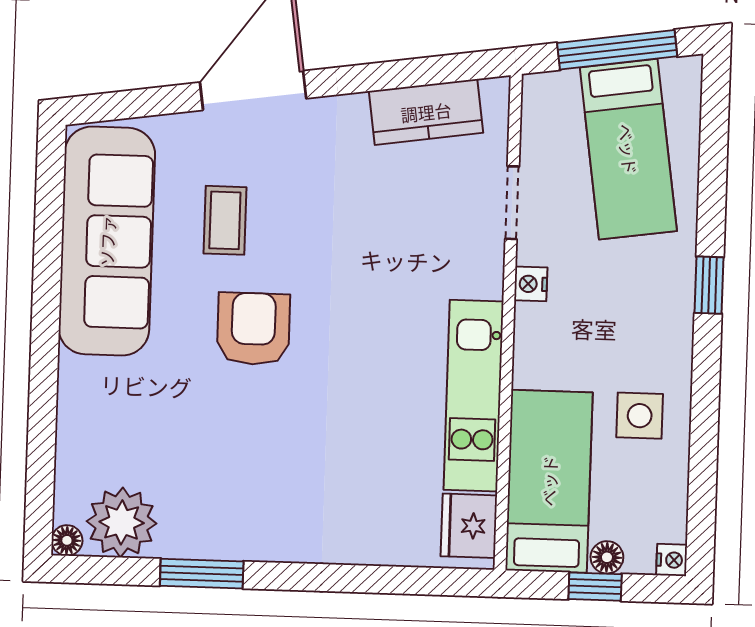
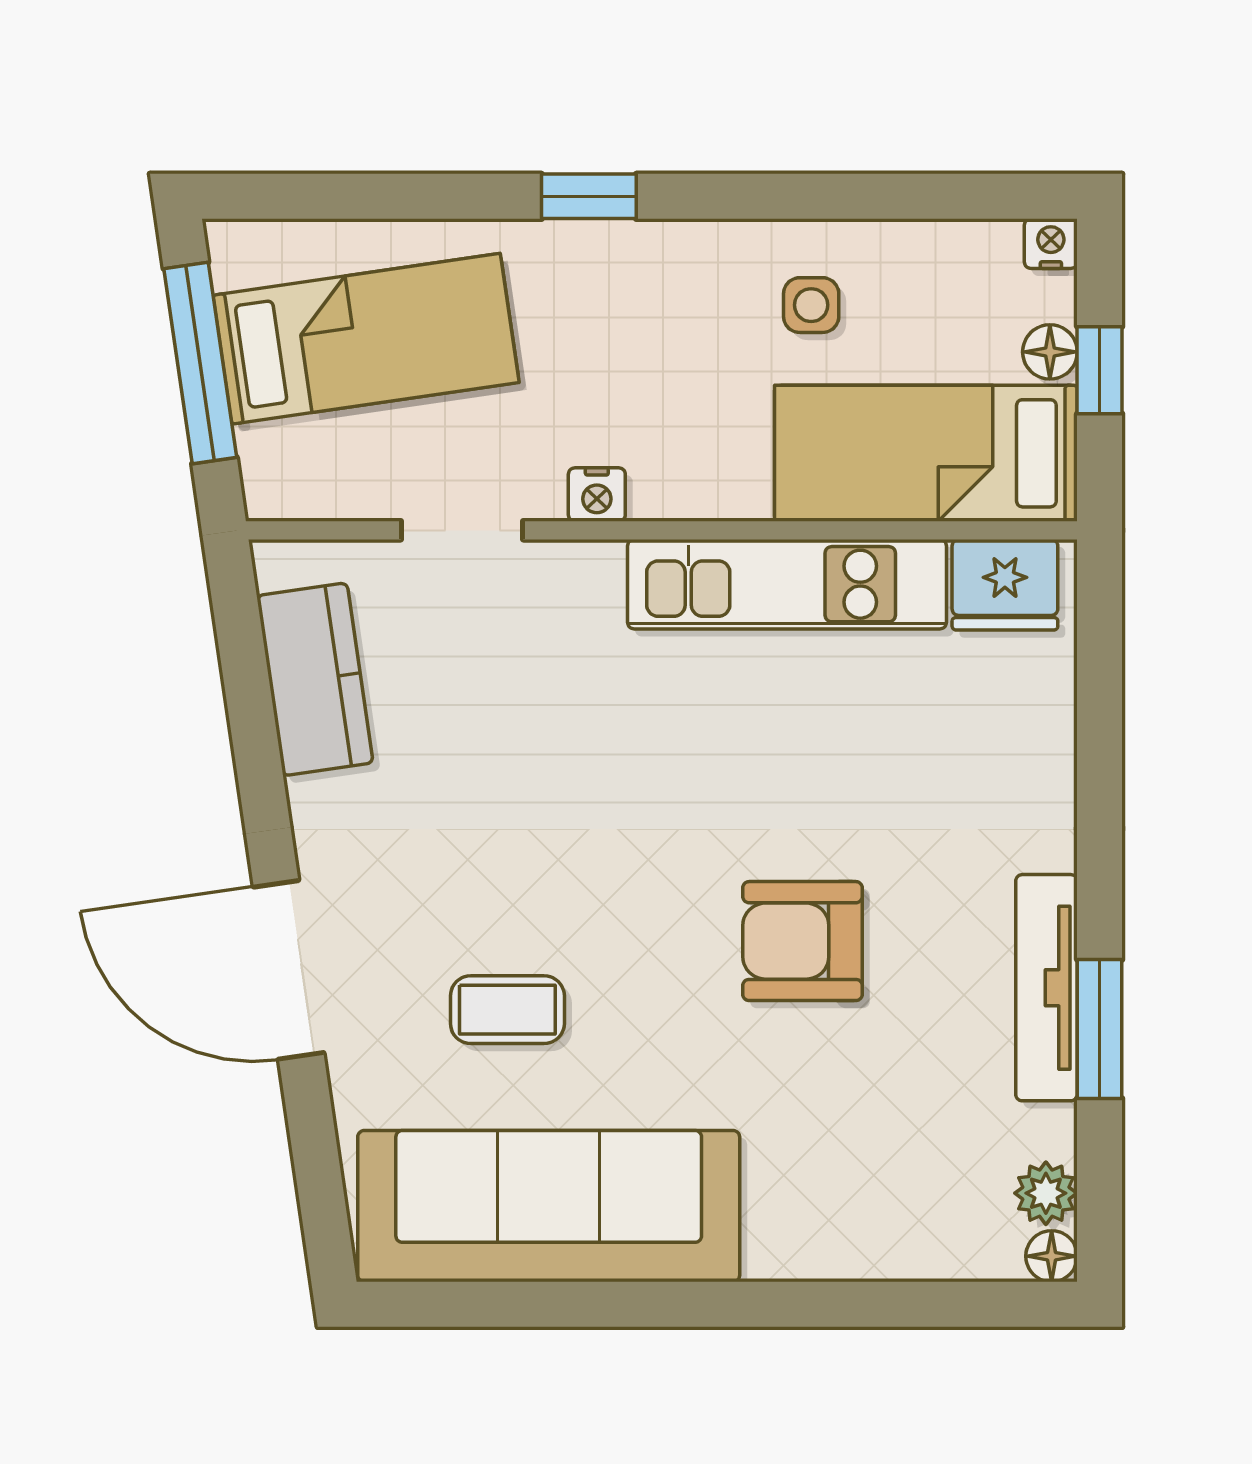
armchair: (253, 329) -> (802, 941), moved
side table: (640, 416) -> (811, 305), width x0.73, depth x0.73
plant: (122, 522) -> (1046, 1193), width x0.53, depth x0.53
tv unit: (227, 543) -> (1047, 988), added

